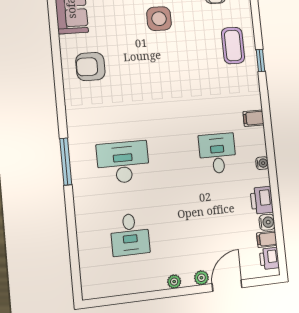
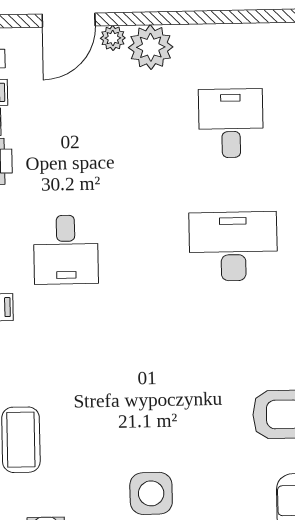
desk: (123, 162) -> (233, 246), turned 180
plant: (174, 282) -> (151, 47), width x1.88, depth x1.88

